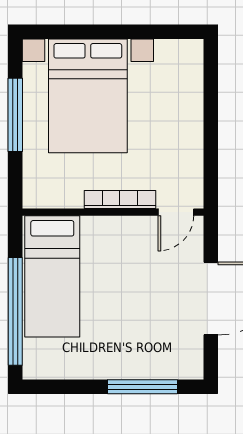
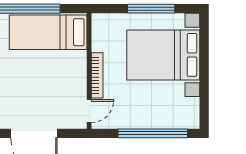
window: (211, 112) -> (153, 133), added
door: (176, 212) -> (89, 111), swing flipped

